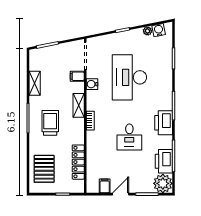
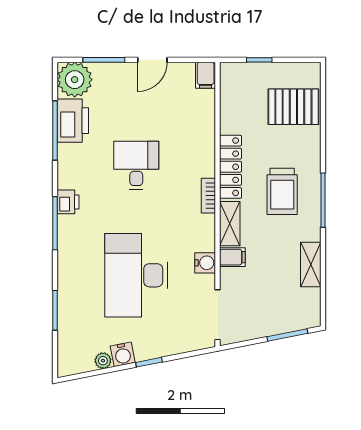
water cooler: (159, 30) -> (123, 354), moved
filing cabinet: (77, 76) -> (232, 257), moved
desk: (129, 77) -> (136, 275), turned 180
printer: (164, 123) -> (68, 202), width x0.53, depth x0.68
locker: (78, 162) -> (231, 167), moved
pallet: (44, 169) -> (293, 107), turned 90
filing cabinet: (105, 186) -> (206, 75), moved

